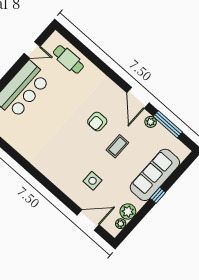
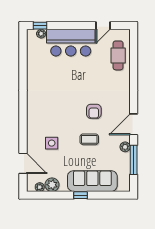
door: (32, 50) -> (103, 26), hinge flipped
armchair: (97, 122) -> (94, 111), turned -90

